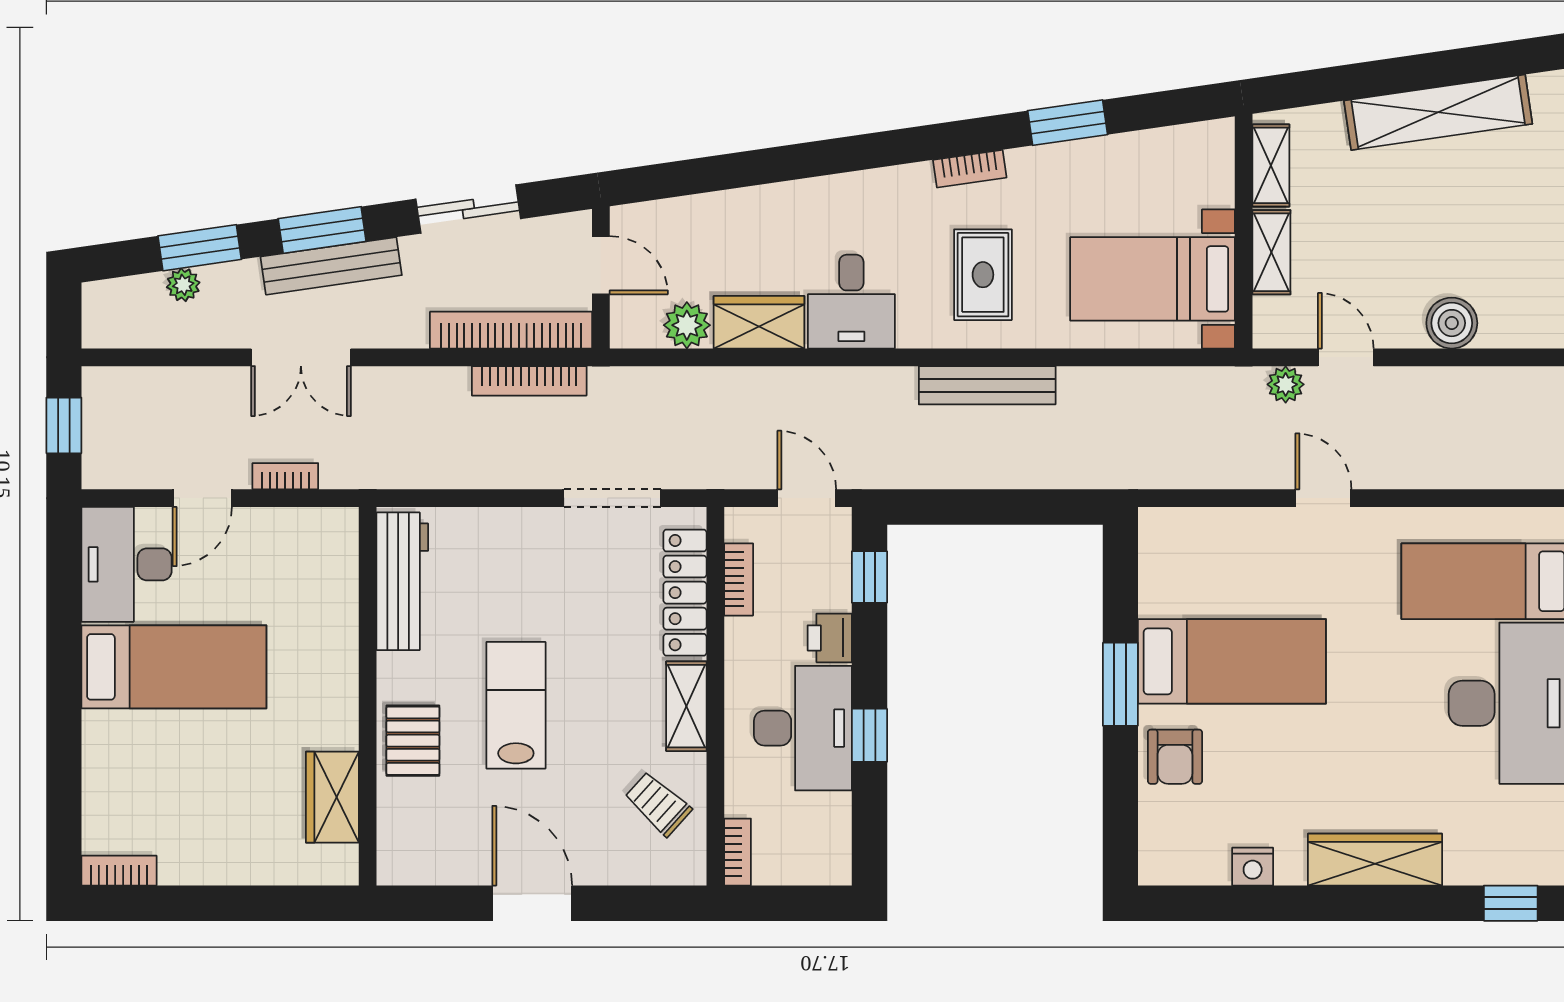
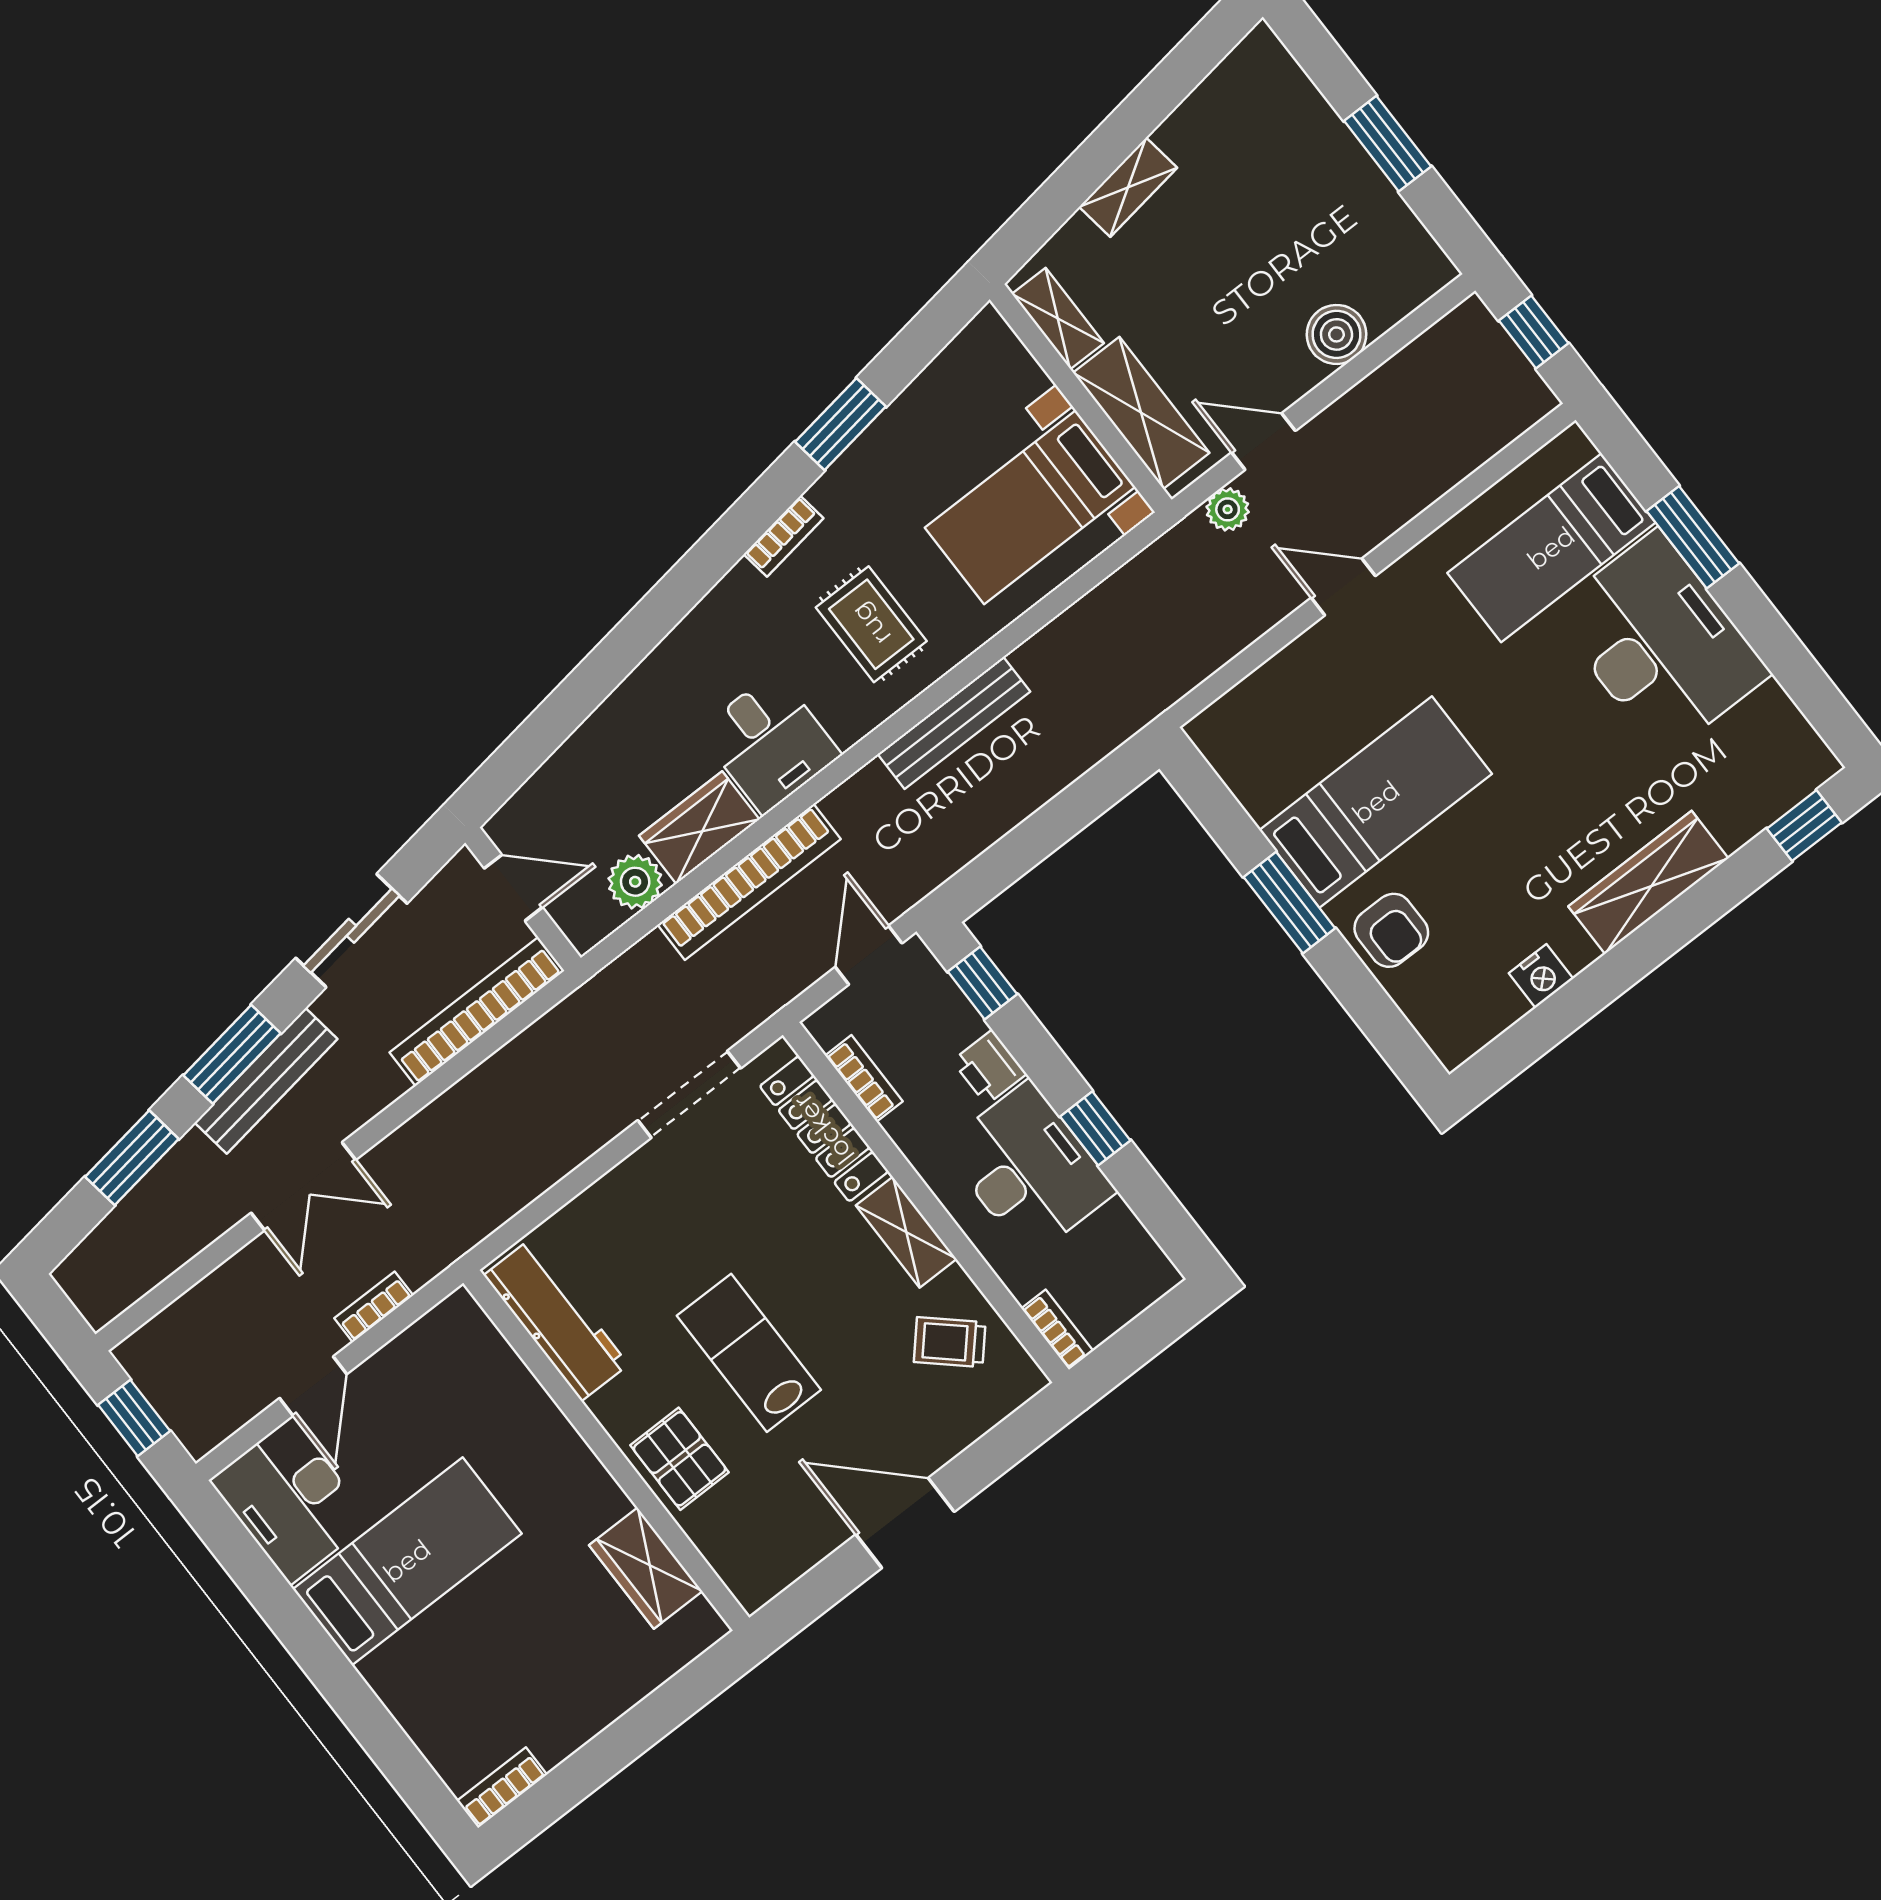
shelving: (1438, 112) -> (1128, 187), width x0.45, depth x0.75
shelving: (1271, 252) -> (1141, 413), width x1.50, depth x1.33
plant: (183, 285) -> (143, 1204), removed
bookcase: (529, 381) -> (749, 882), moved, width x1.48, depth x1.31
door: (807, 498) -> (869, 955), hinge flipped

